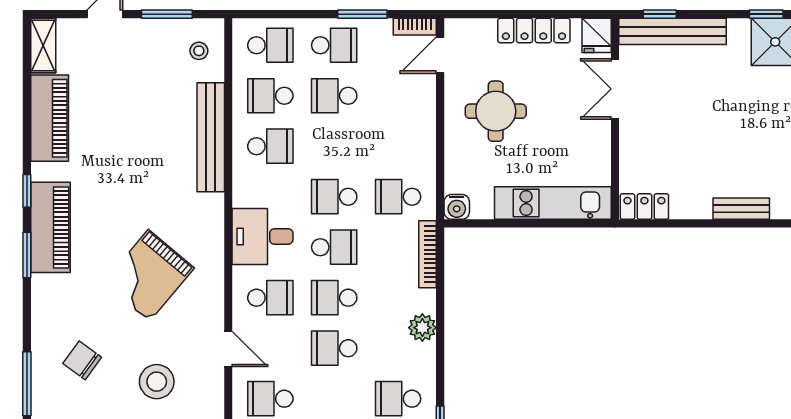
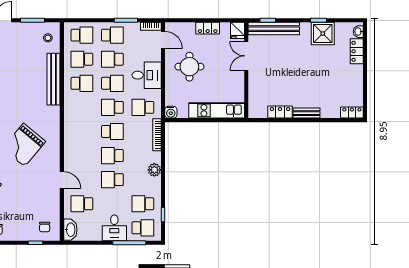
locker: (534, 30) -> (208, 28), width x0.66
door: (440, 55) -> (163, 40), swing flipped
locker: (644, 207) -> (280, 112), moved
desk: (263, 236) -> (147, 75), moved, turned 180
school desk: (270, 298) -> (112, 83), moved
stool: (157, 382) -> (28, 196), removed

